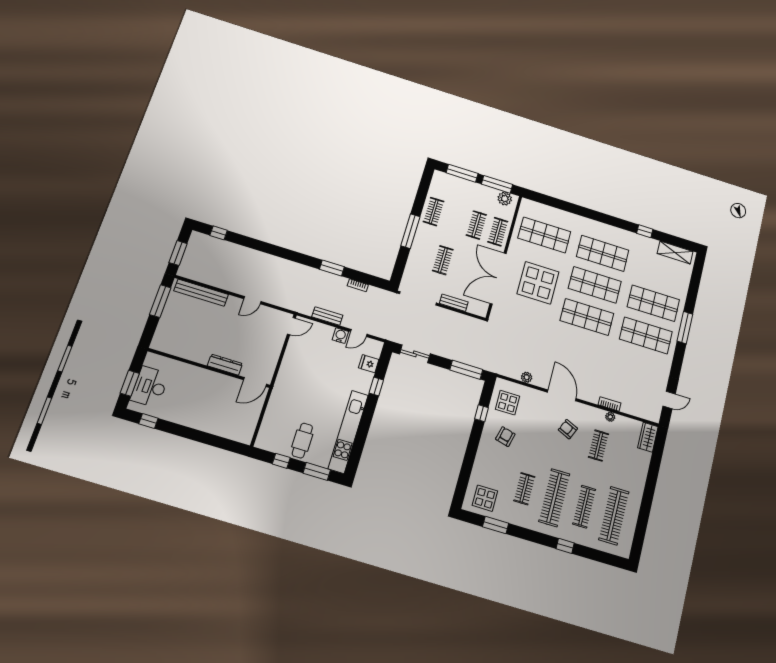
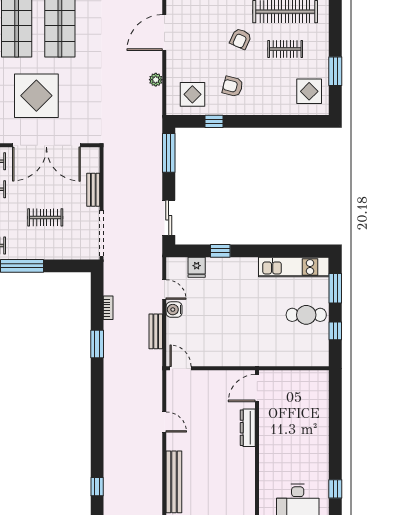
door: (255, 382) -> (257, 388), swing flipped
armchair: (568, 429) -> (241, 39), moved
kitchen unit: (348, 432) -> (294, 267), width x0.73

